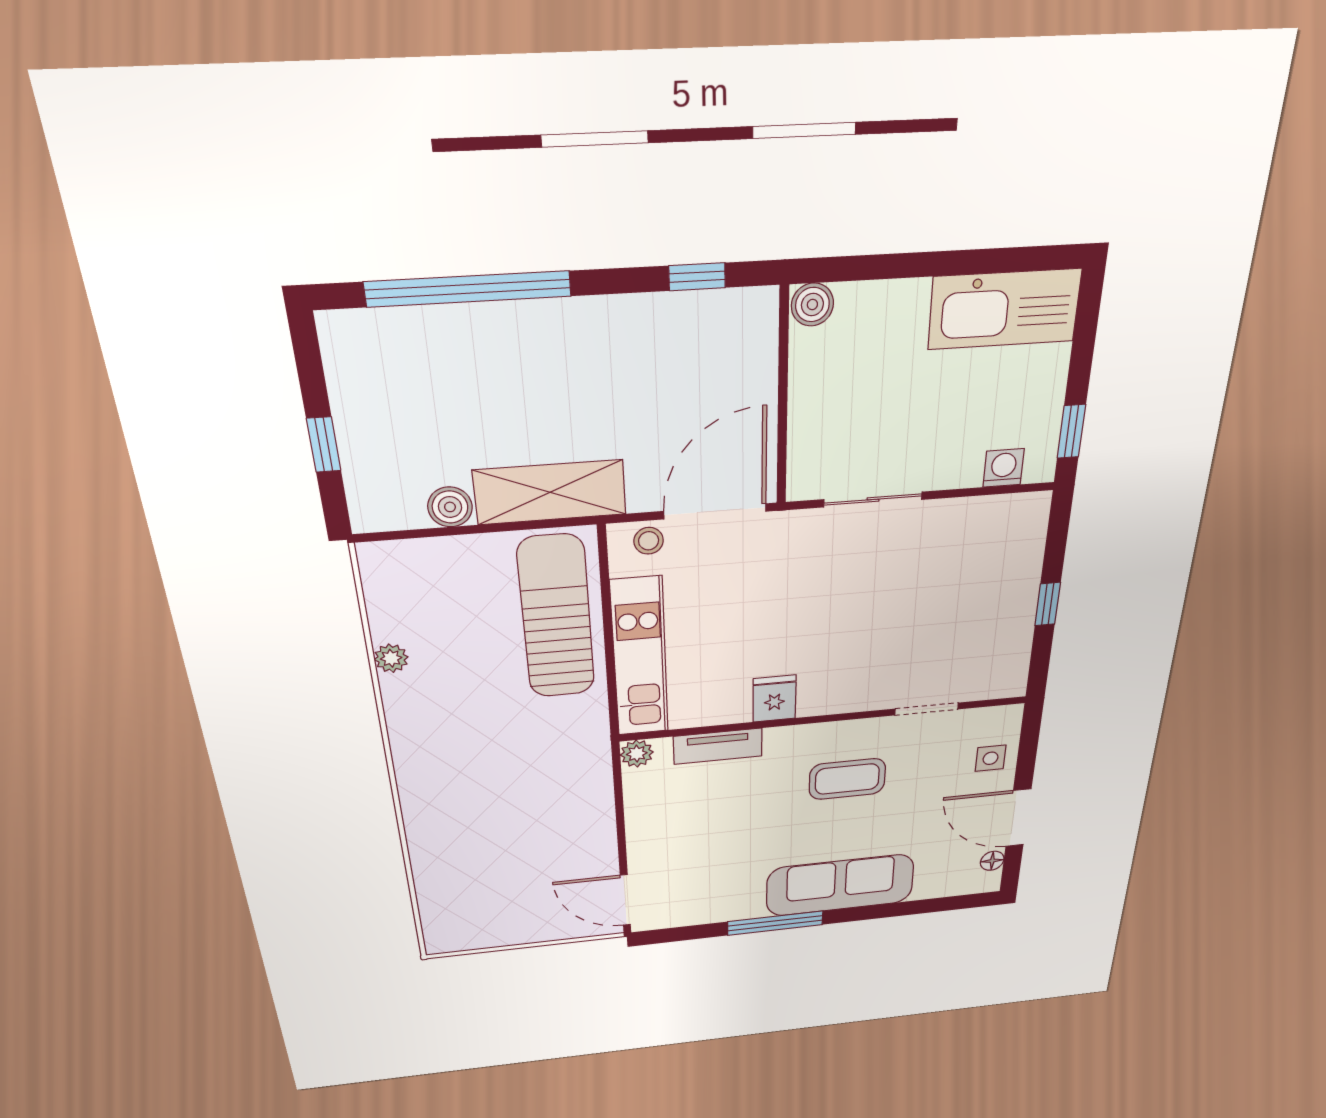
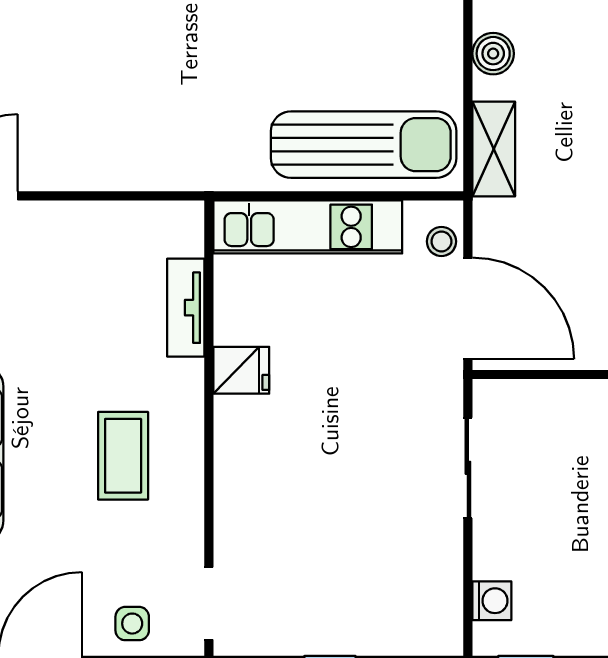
shelving: (550, 492) -> (494, 149), width x0.67, depth x0.75
doorway: (927, 709) -> (209, 603), moved
plant: (637, 754) -> (186, 218), removed

